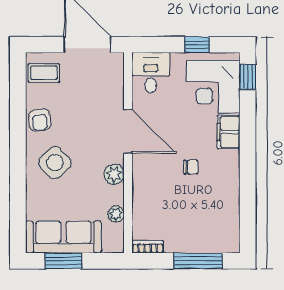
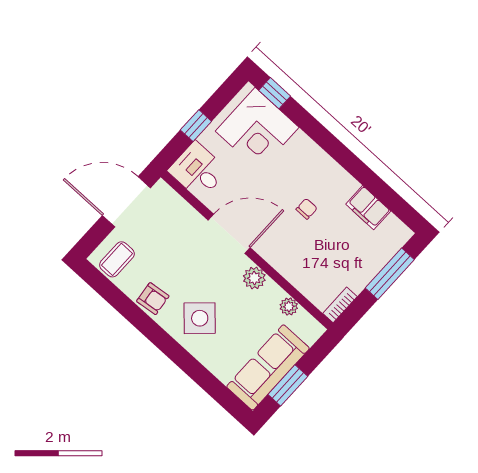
window: (197, 45) -> (196, 126), moved
filing cabinet: (229, 132) -> (368, 208), moved

